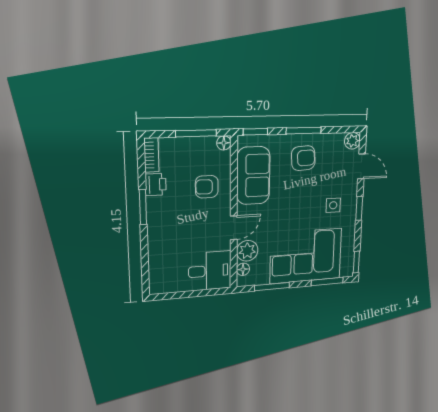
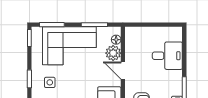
door: (234, 228) -> (123, 70), hinge flipped
desk: (210, 271) -> (167, 56), moved, turned 180

